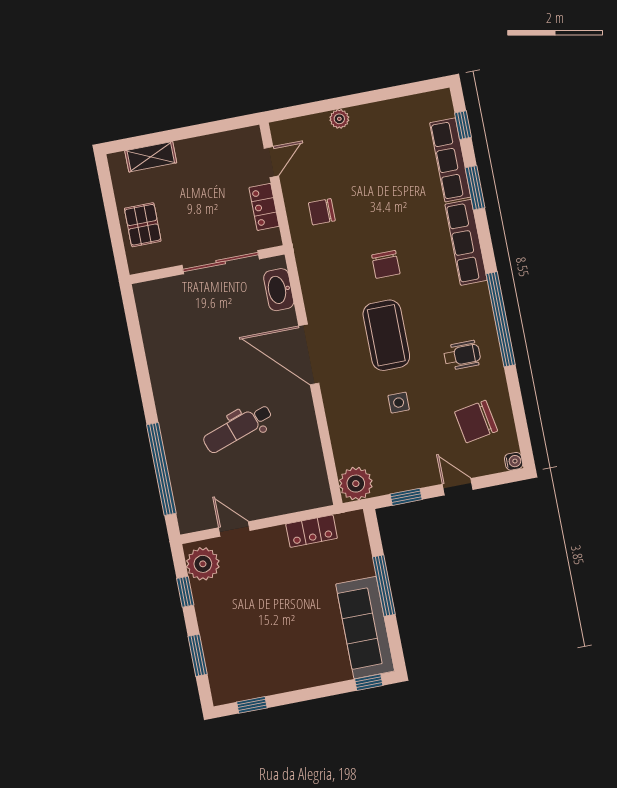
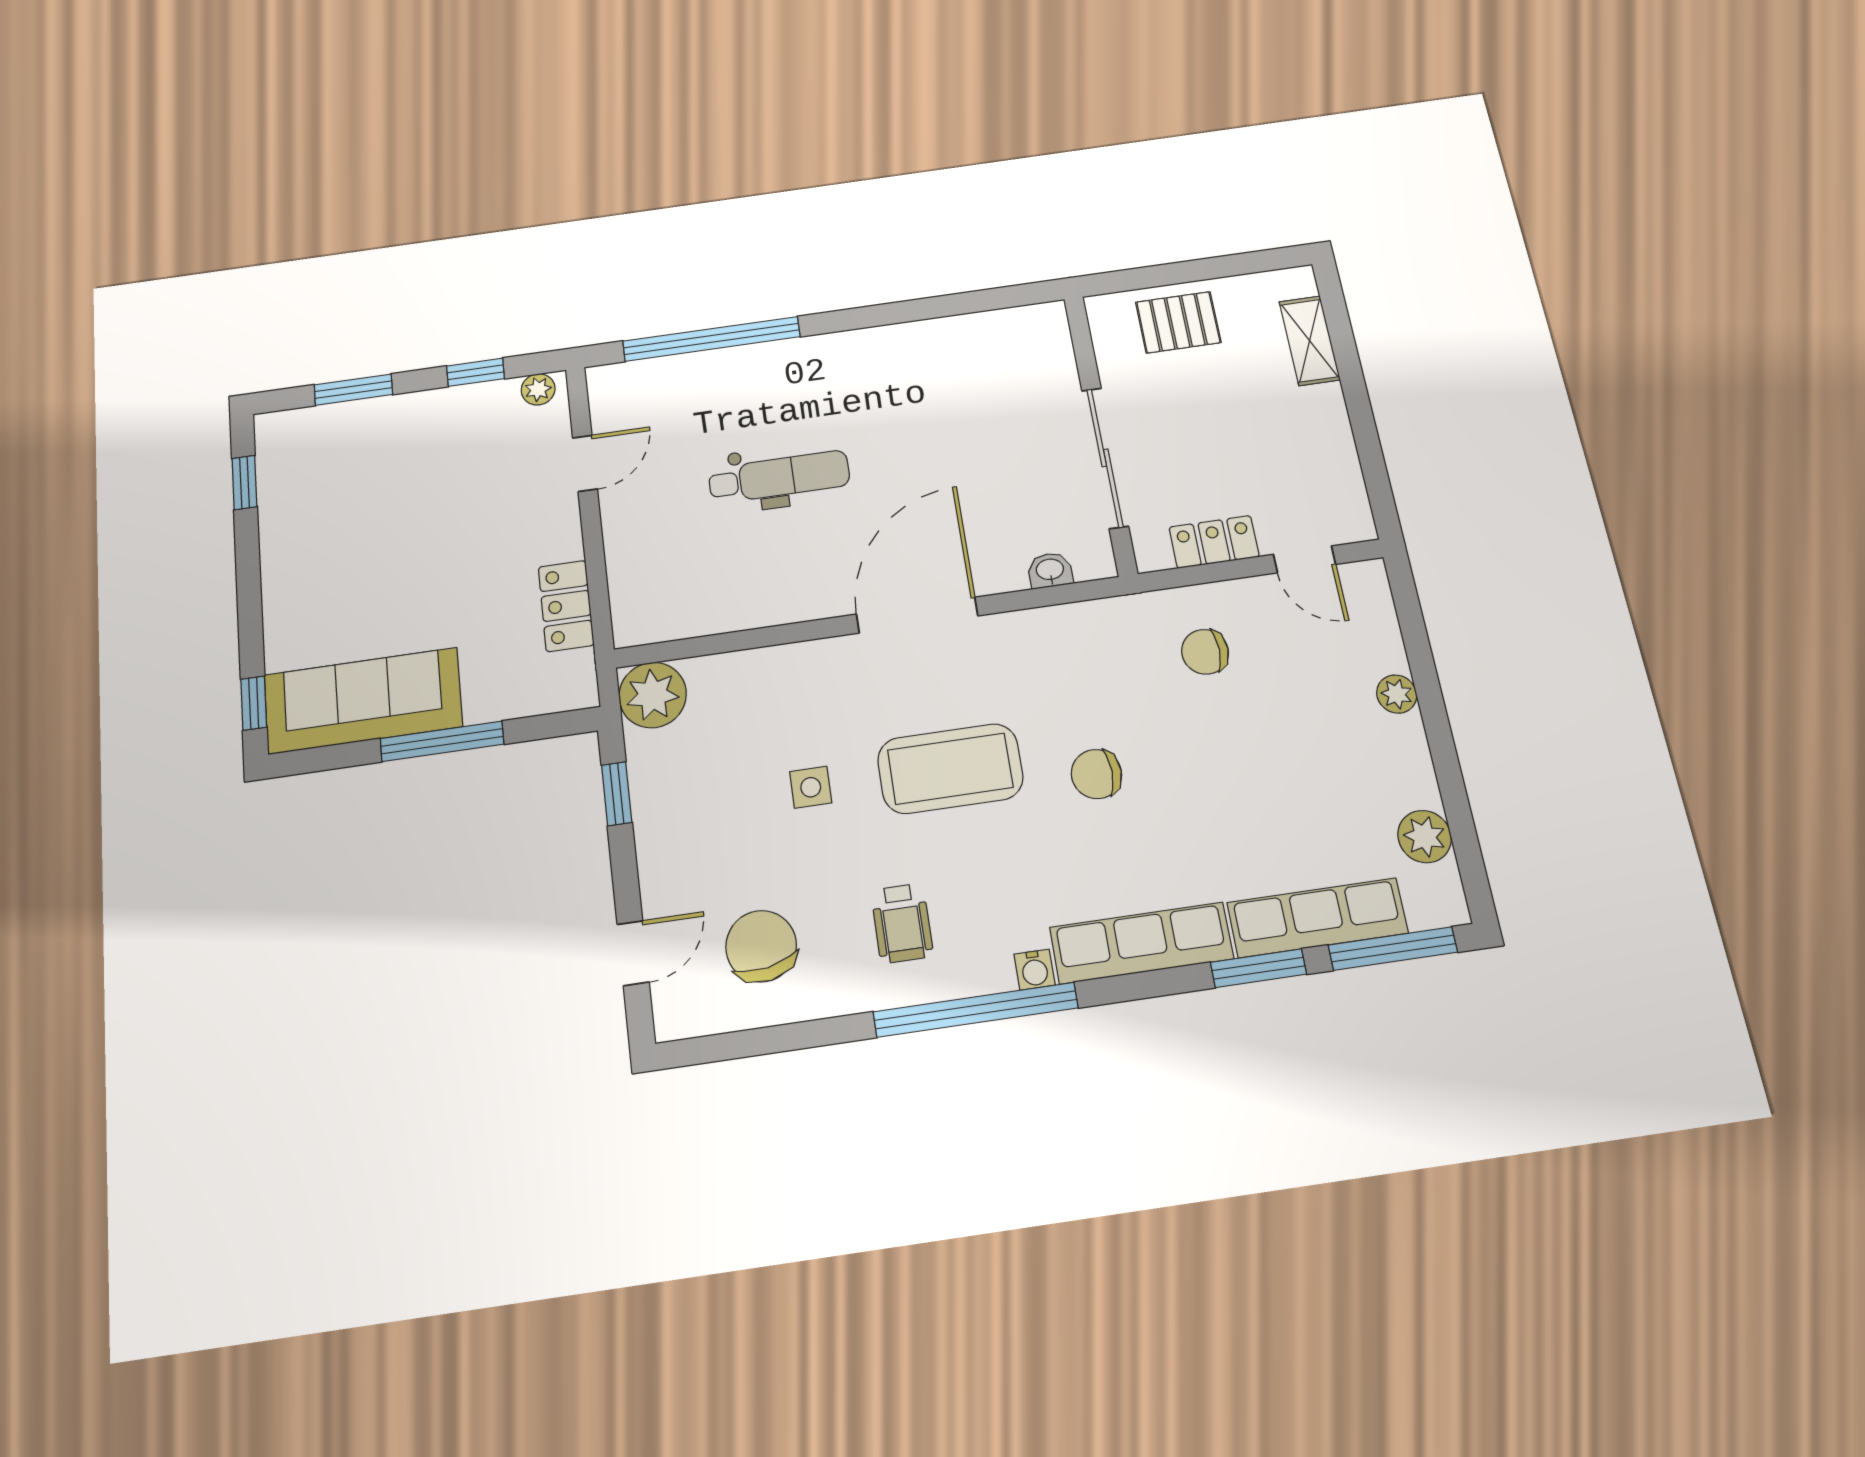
plant: (409, 108) -> (1425, 837), added
window: (463, 125) -> (1393, 949), width x2.17
chair: (322, 212) -> (1205, 652), turned -90
washbasin: (279, 290) -> (1050, 570), width x0.52, depth x0.69
dental chair: (238, 428) -> (779, 477), turned 109
water cooler: (514, 461) -> (1035, 970), moved
door: (458, 487) -> (633, 953), moved
plant: (203, 564) -> (538, 389), width x0.53, depth x0.53

